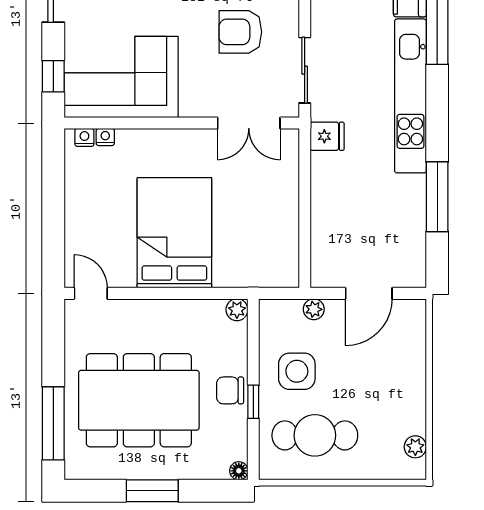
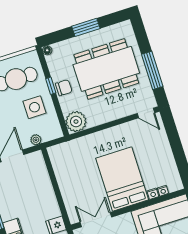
nightstand: (84, 137) -> (153, 194), moved
bed: (174, 233) -> (122, 179), moved, turned 180
plant: (237, 310) -> (76, 122), width x1.87, depth x1.87
window: (53, 423) -> (152, 70), moved

